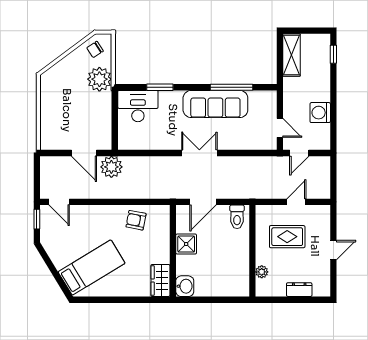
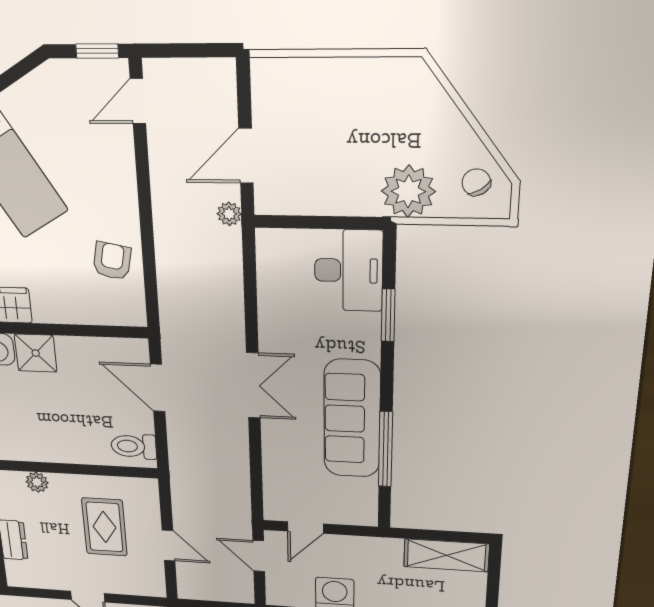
plant: (111, 167) -> (229, 214), width x0.53, depth x0.53
shower: (186, 244) -> (36, 353), moved

